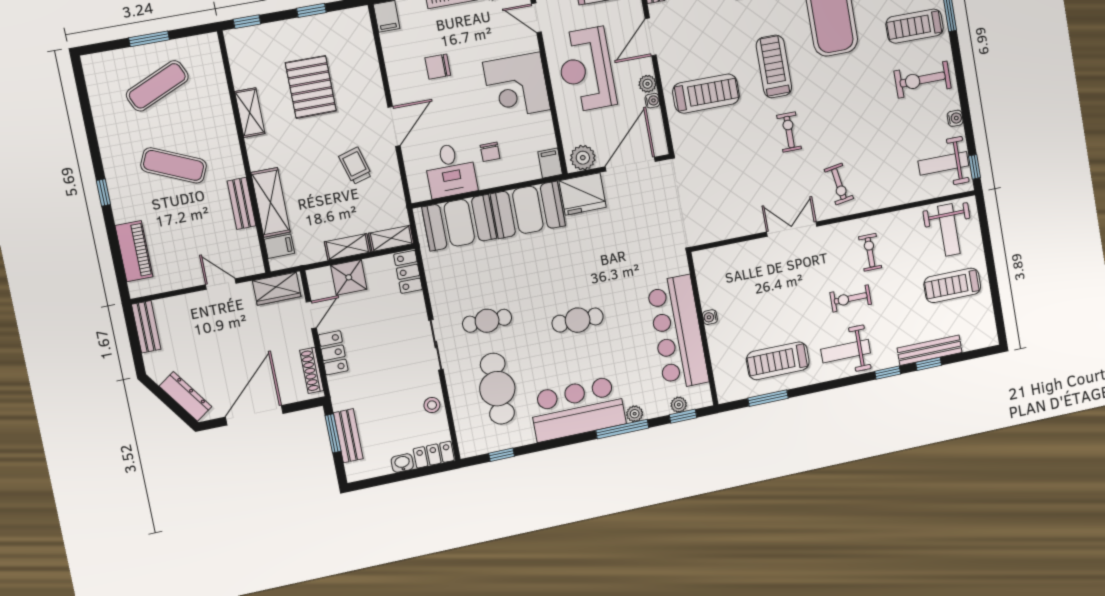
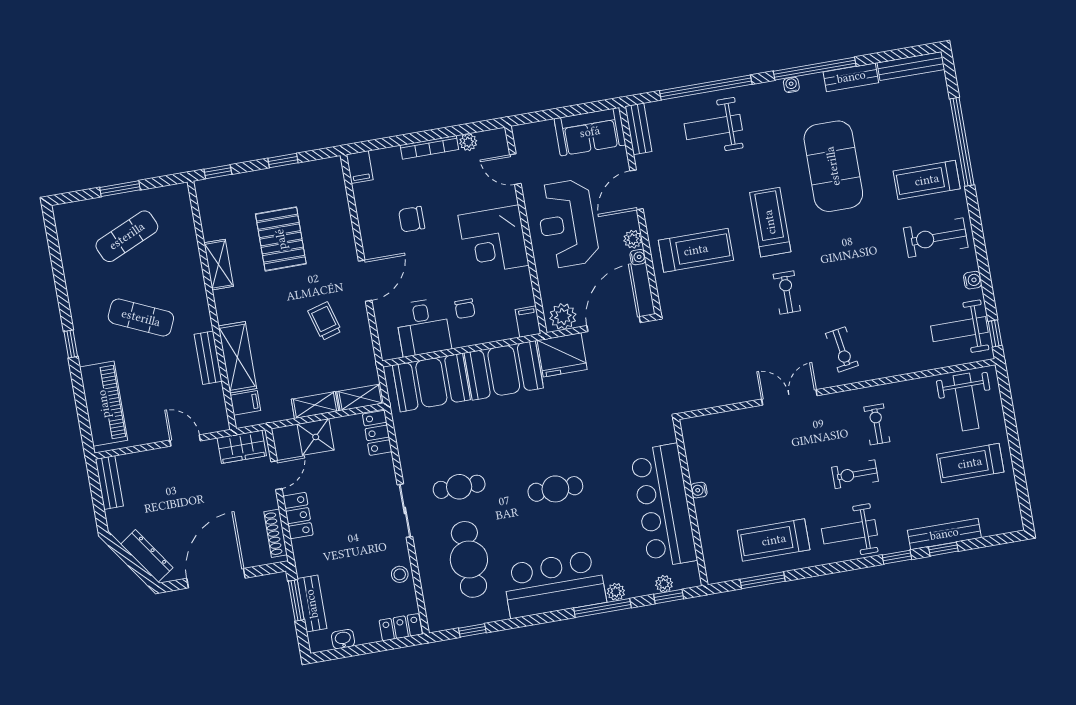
piano: (134, 251) -> (104, 404), width x1.37, depth x1.33
washbasin: (402, 463) -> (343, 639), moved

